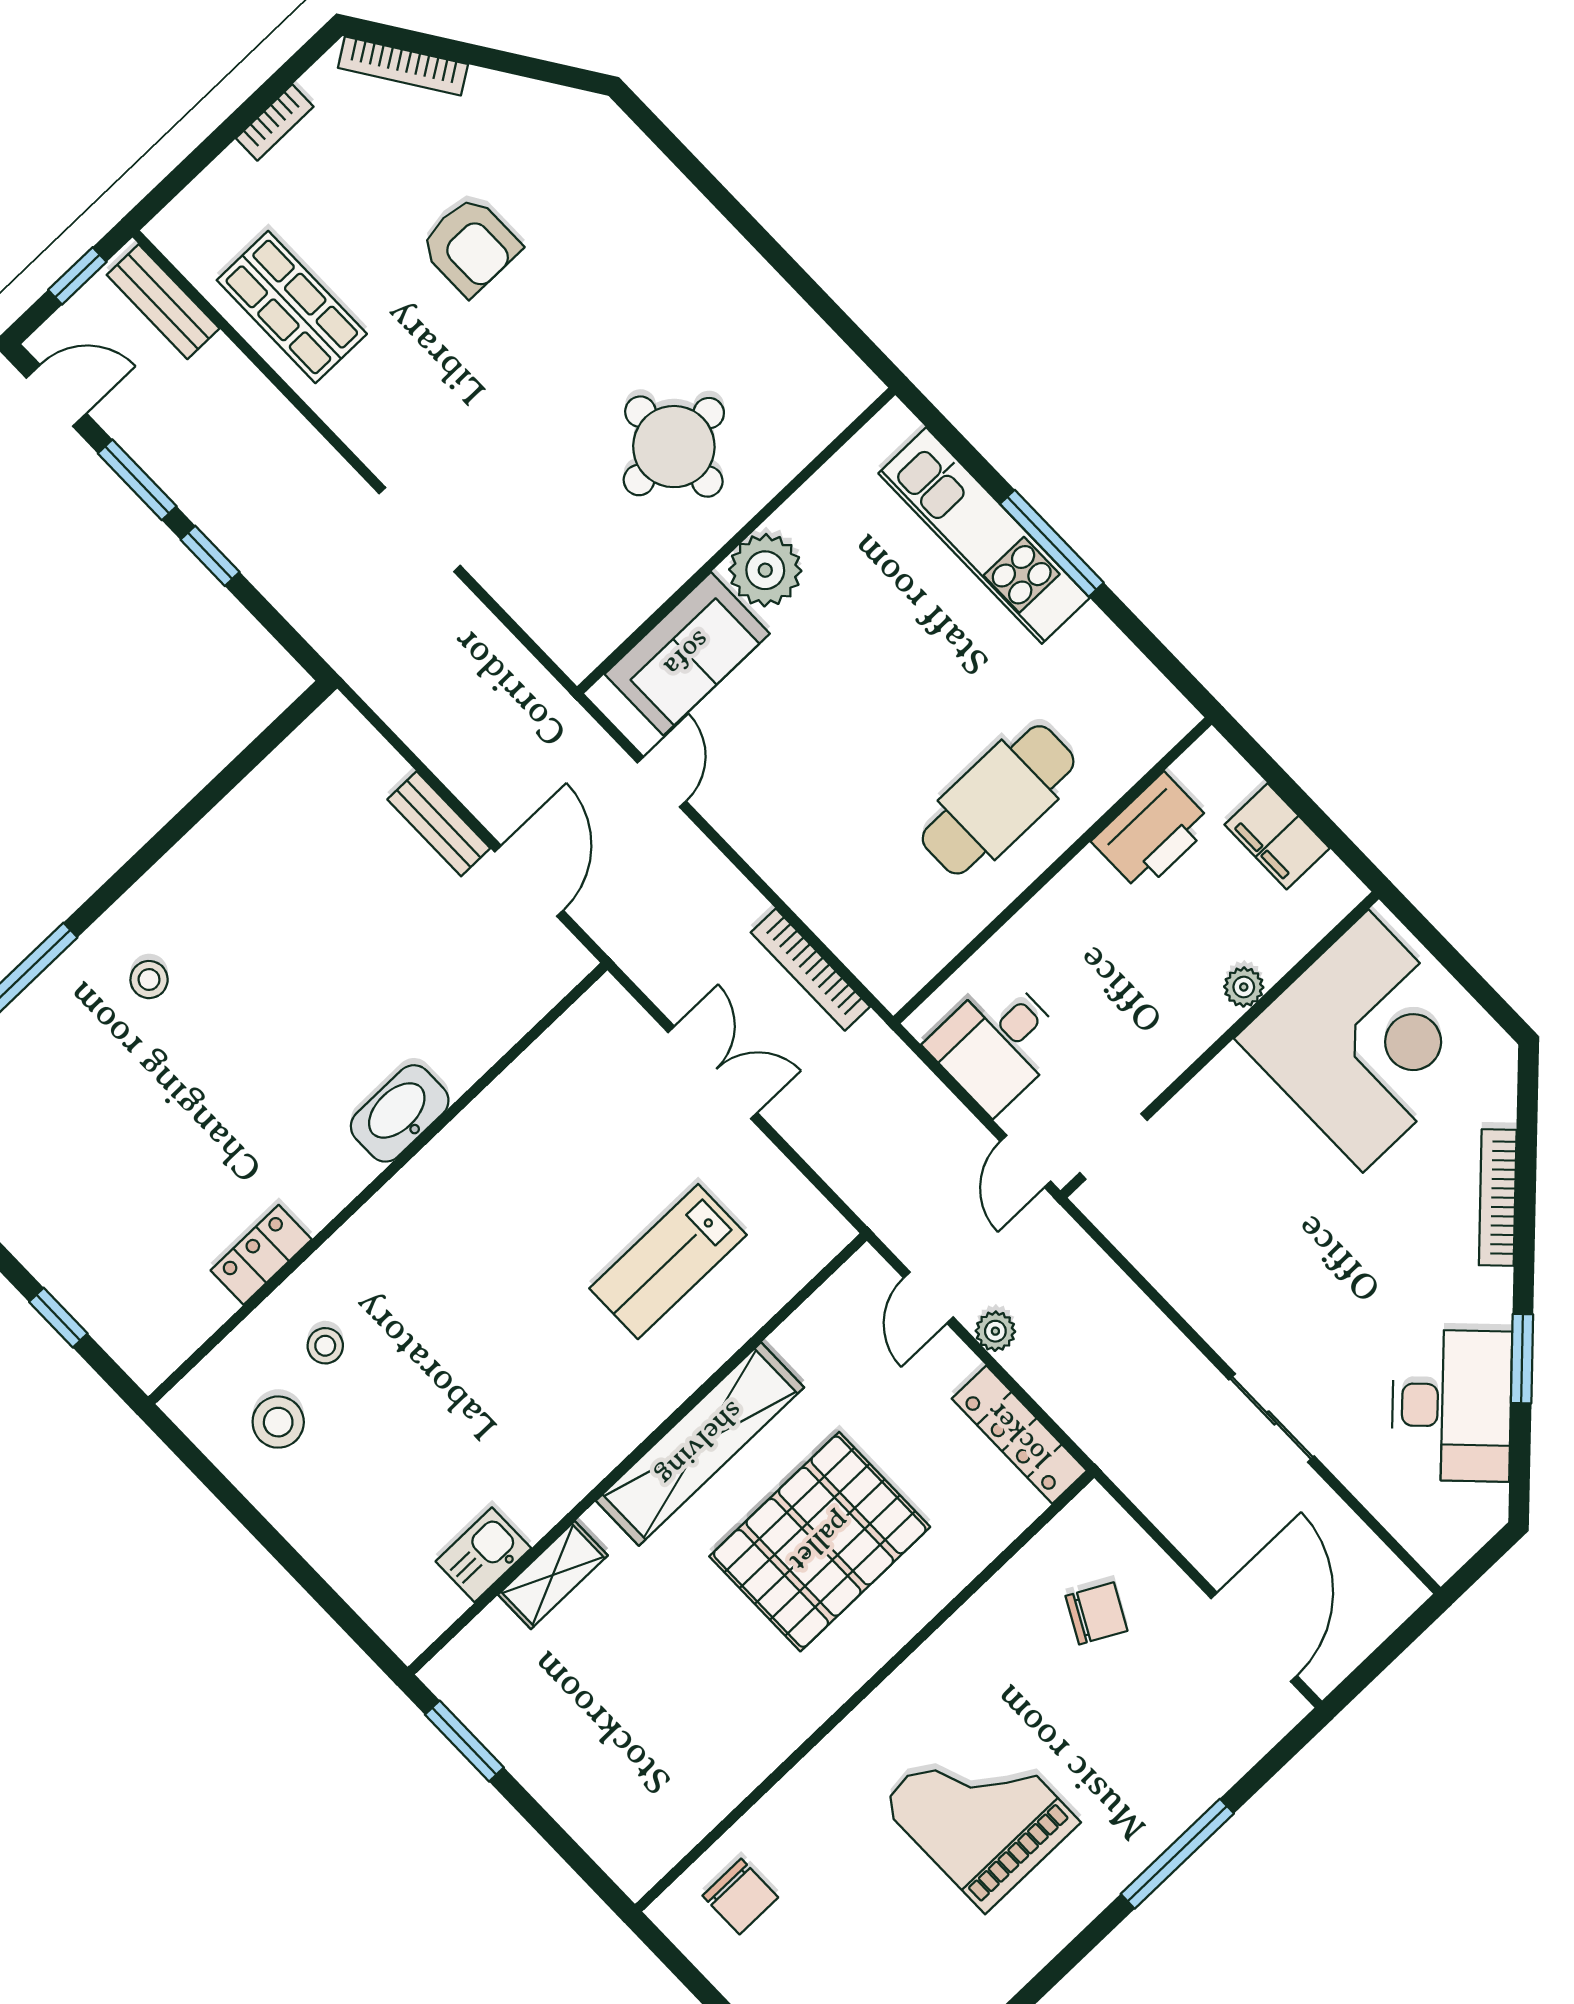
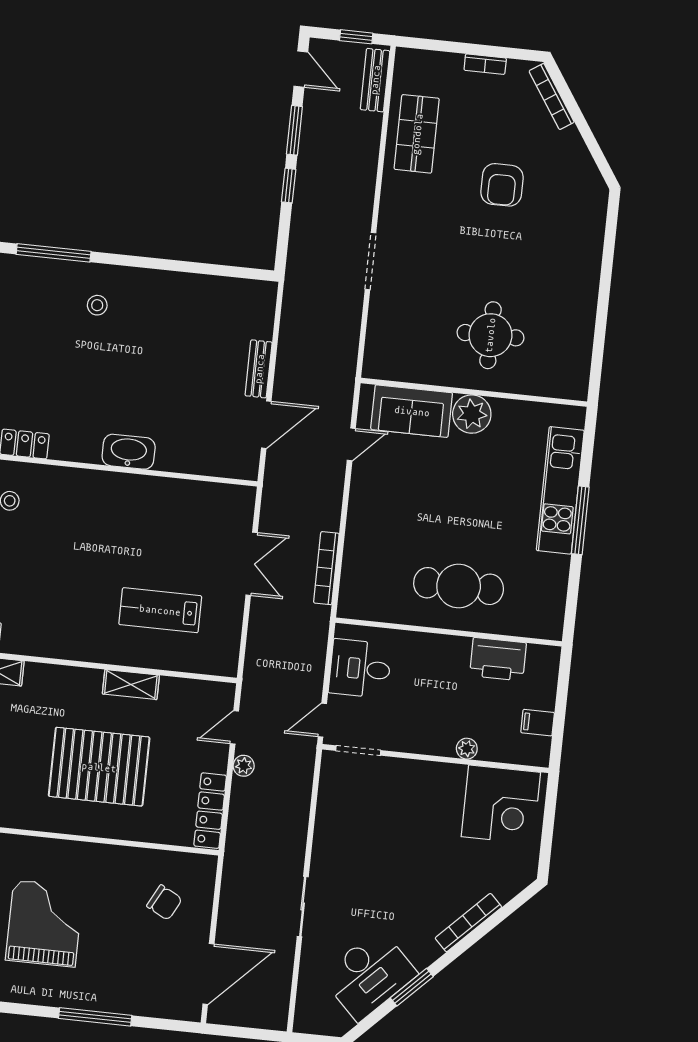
filing cabinet: (1277, 836) -> (538, 723), width x0.50
corner desk: (1366, 1041) -> (501, 805), width x0.74, depth x0.74
shelving: (700, 1444) -> (131, 685), width x0.45, depth x0.75

